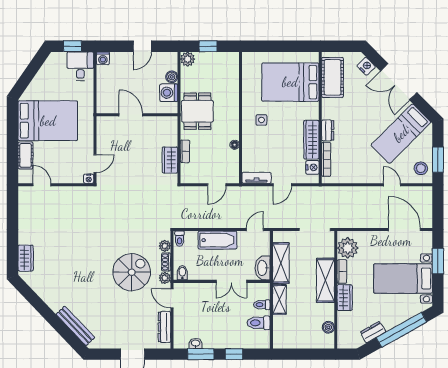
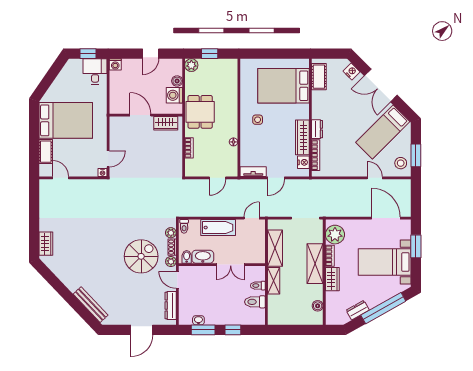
cot: (333, 77) -> (319, 77), width x0.73, depth x0.75
wardrobe: (170, 160) -> (166, 123), moved, turned -90
washbasin: (263, 268) -> (203, 257), moved, turned 90

